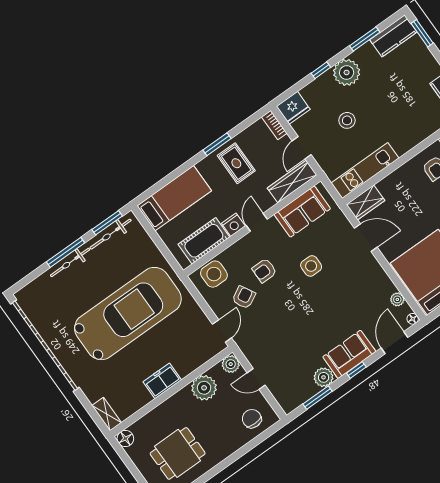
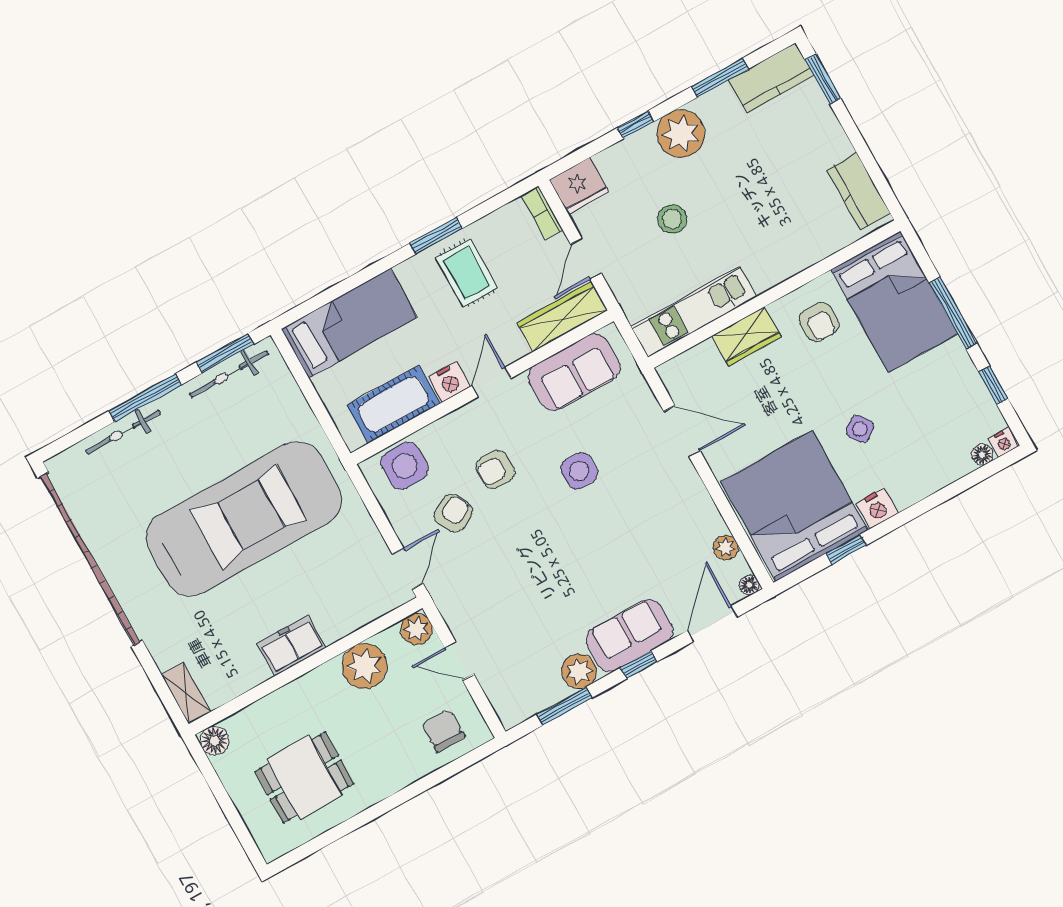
wardrobe: (366, 202) -> (747, 336), moved
bicycle: (70, 262) -> (123, 432), moved

